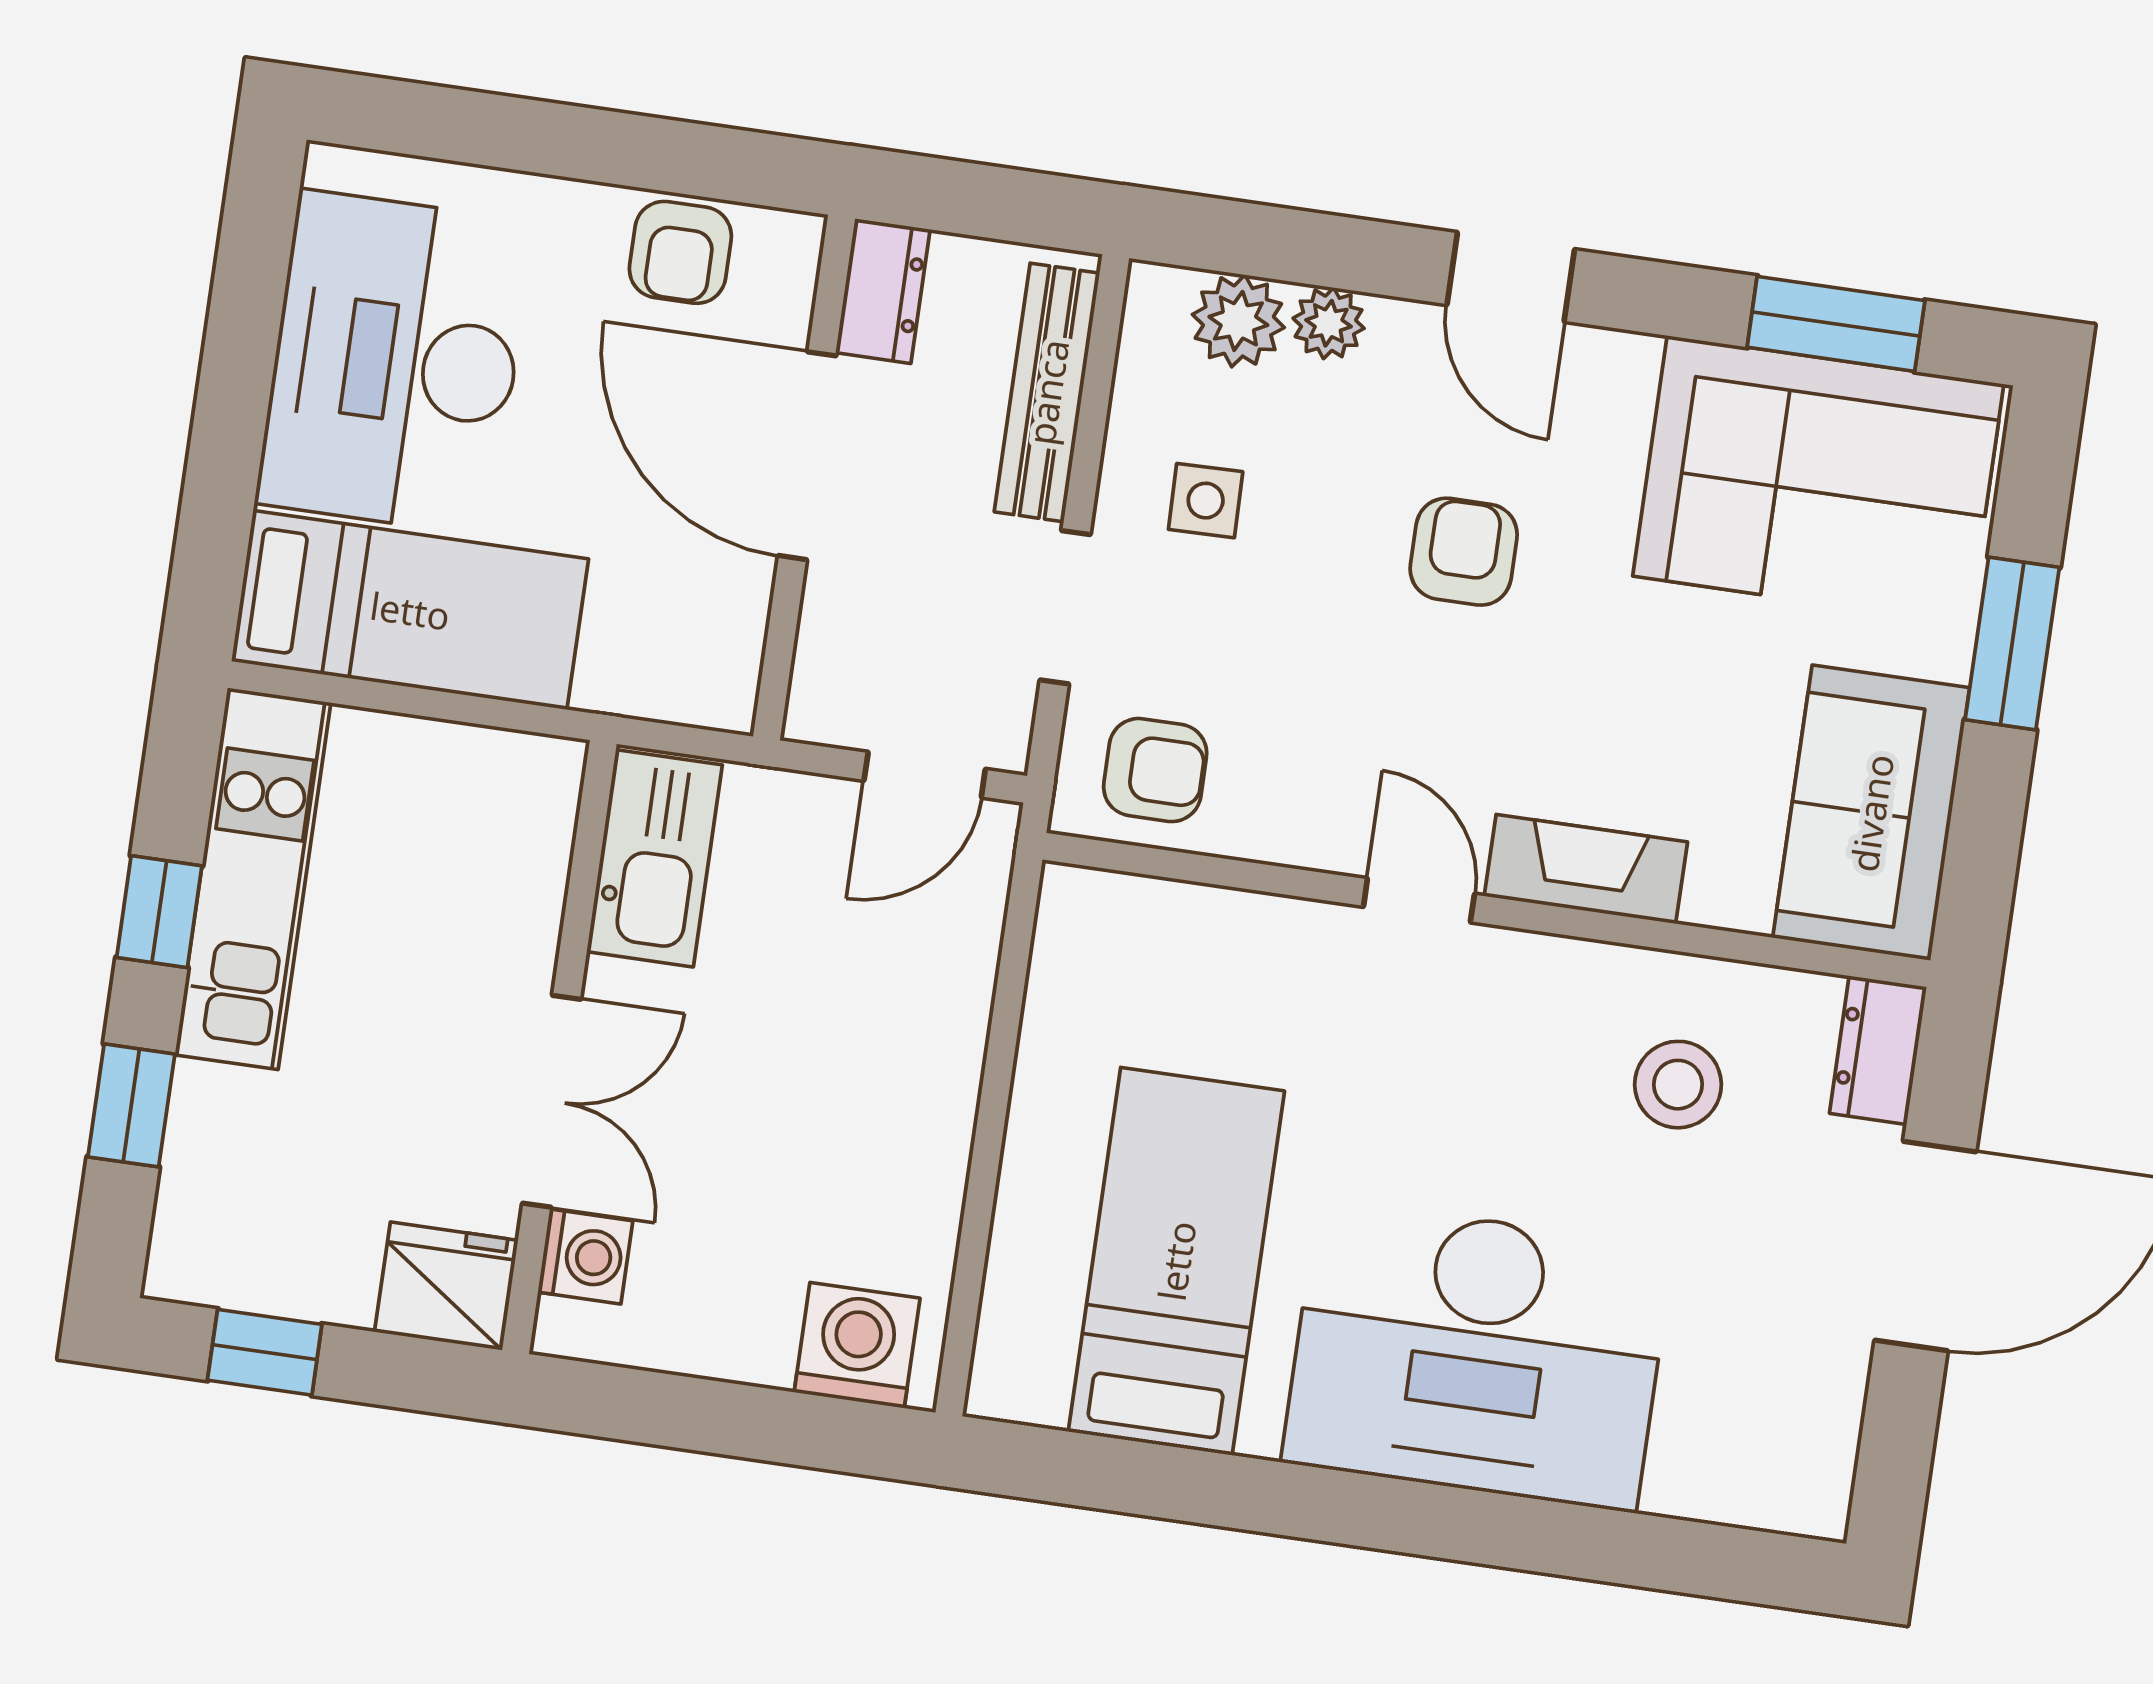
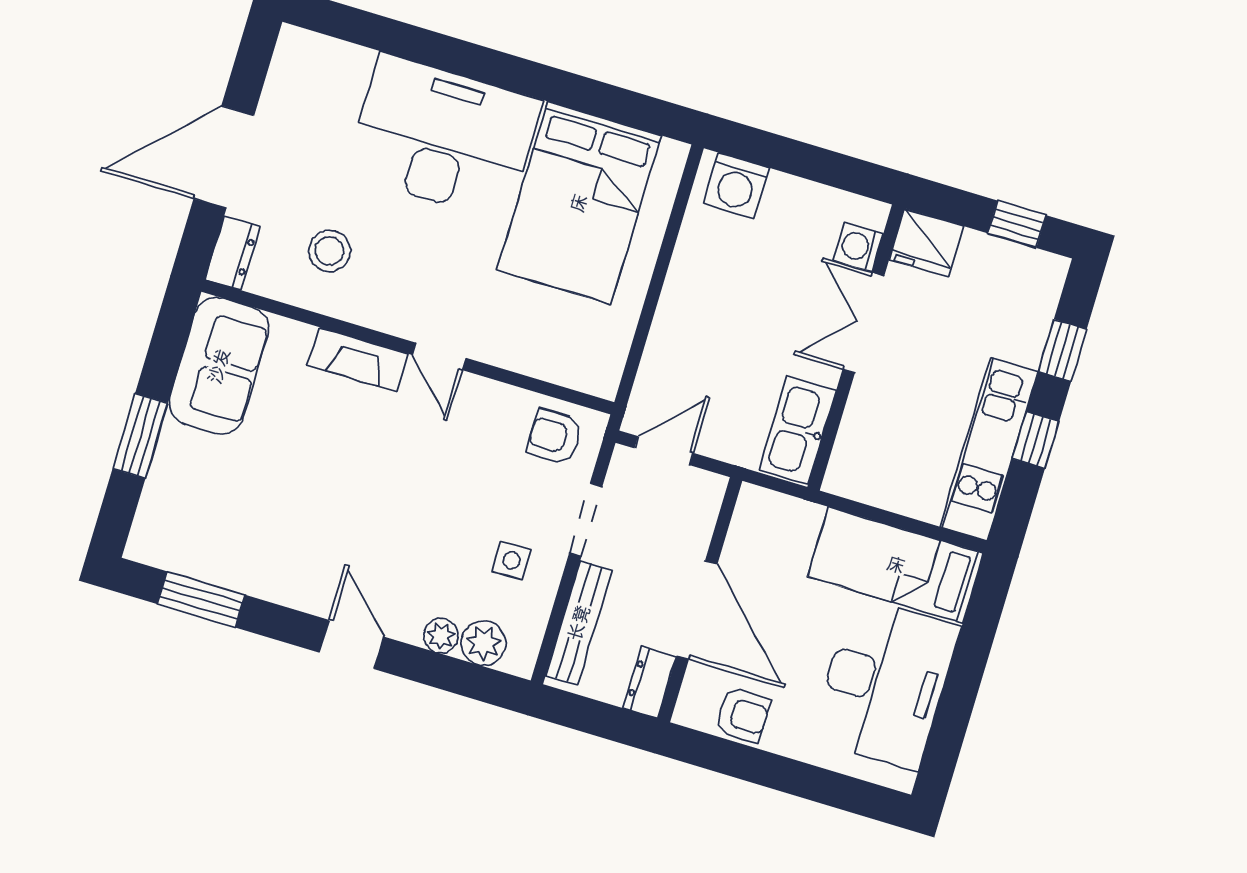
armchair: (680, 252) -> (743, 715), turned 90
corner sofa: (1818, 480) -> (220, 527), removed
armchair: (1464, 552) -> (393, 518), removed
bed: (1176, 1261) -> (579, 203), width x1.50

